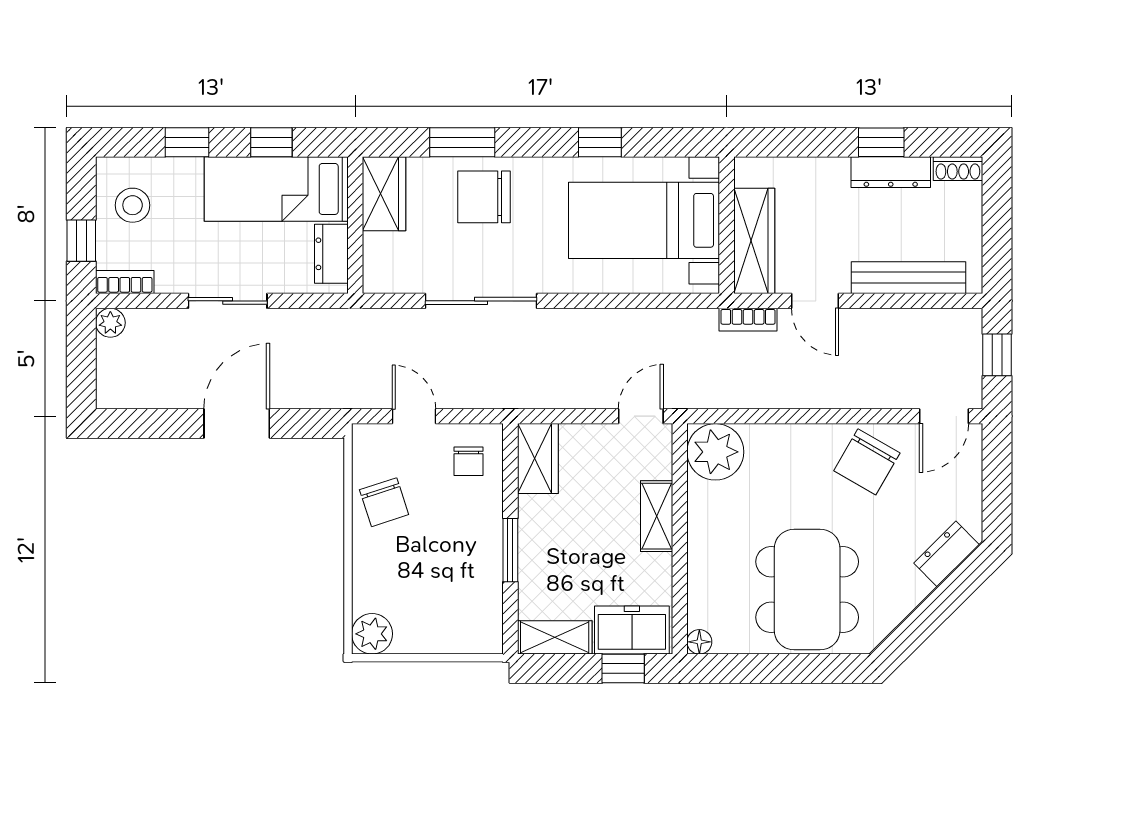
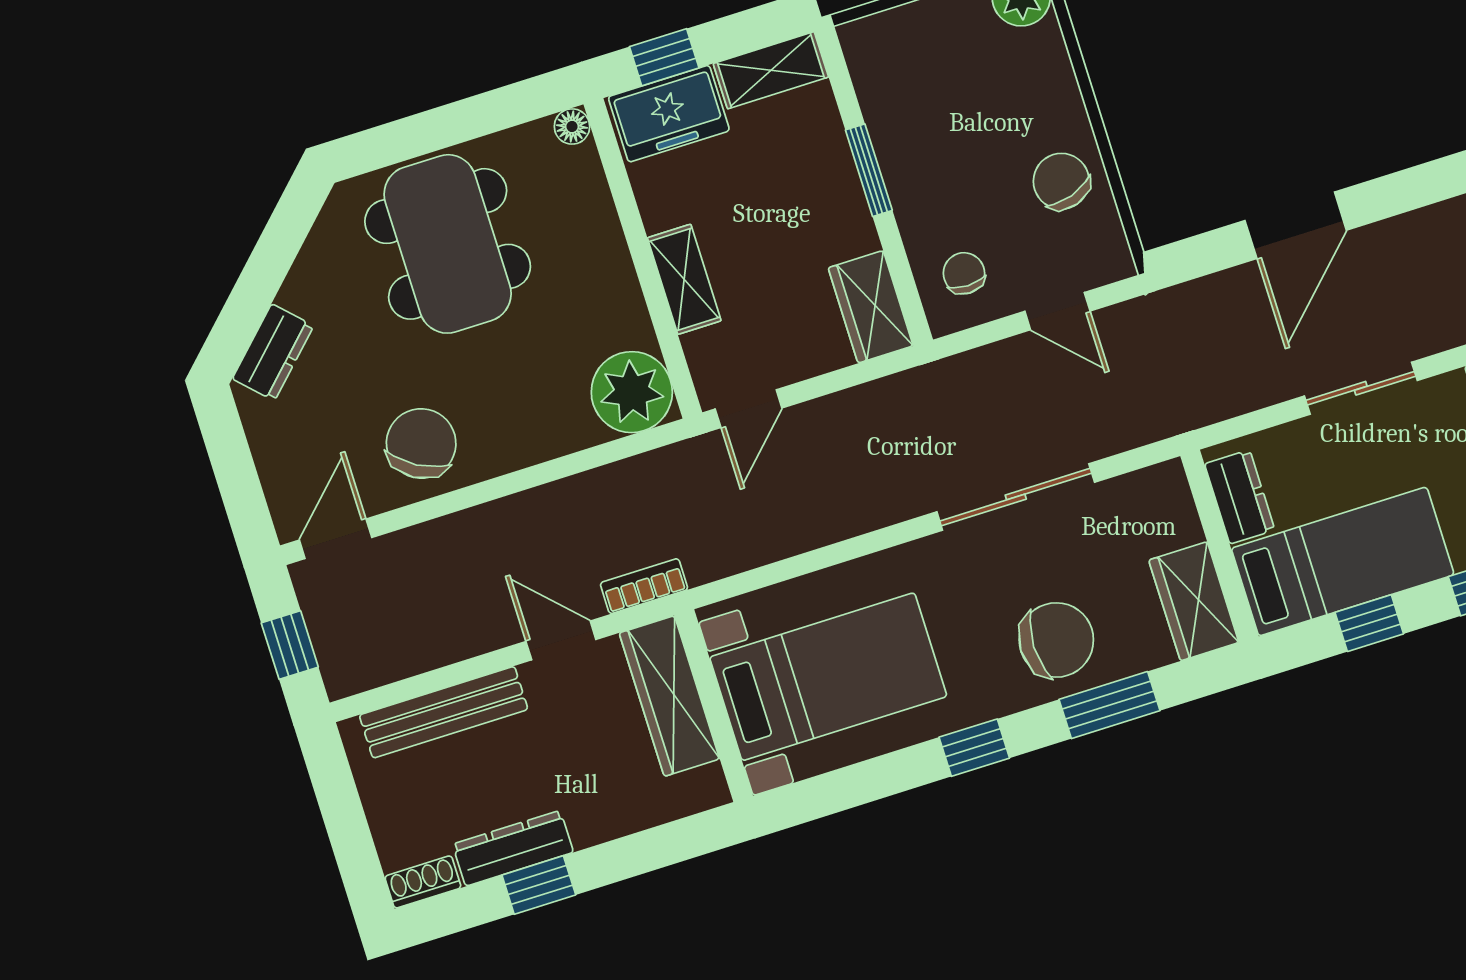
window: (600, 142) -> (974, 748), moved

